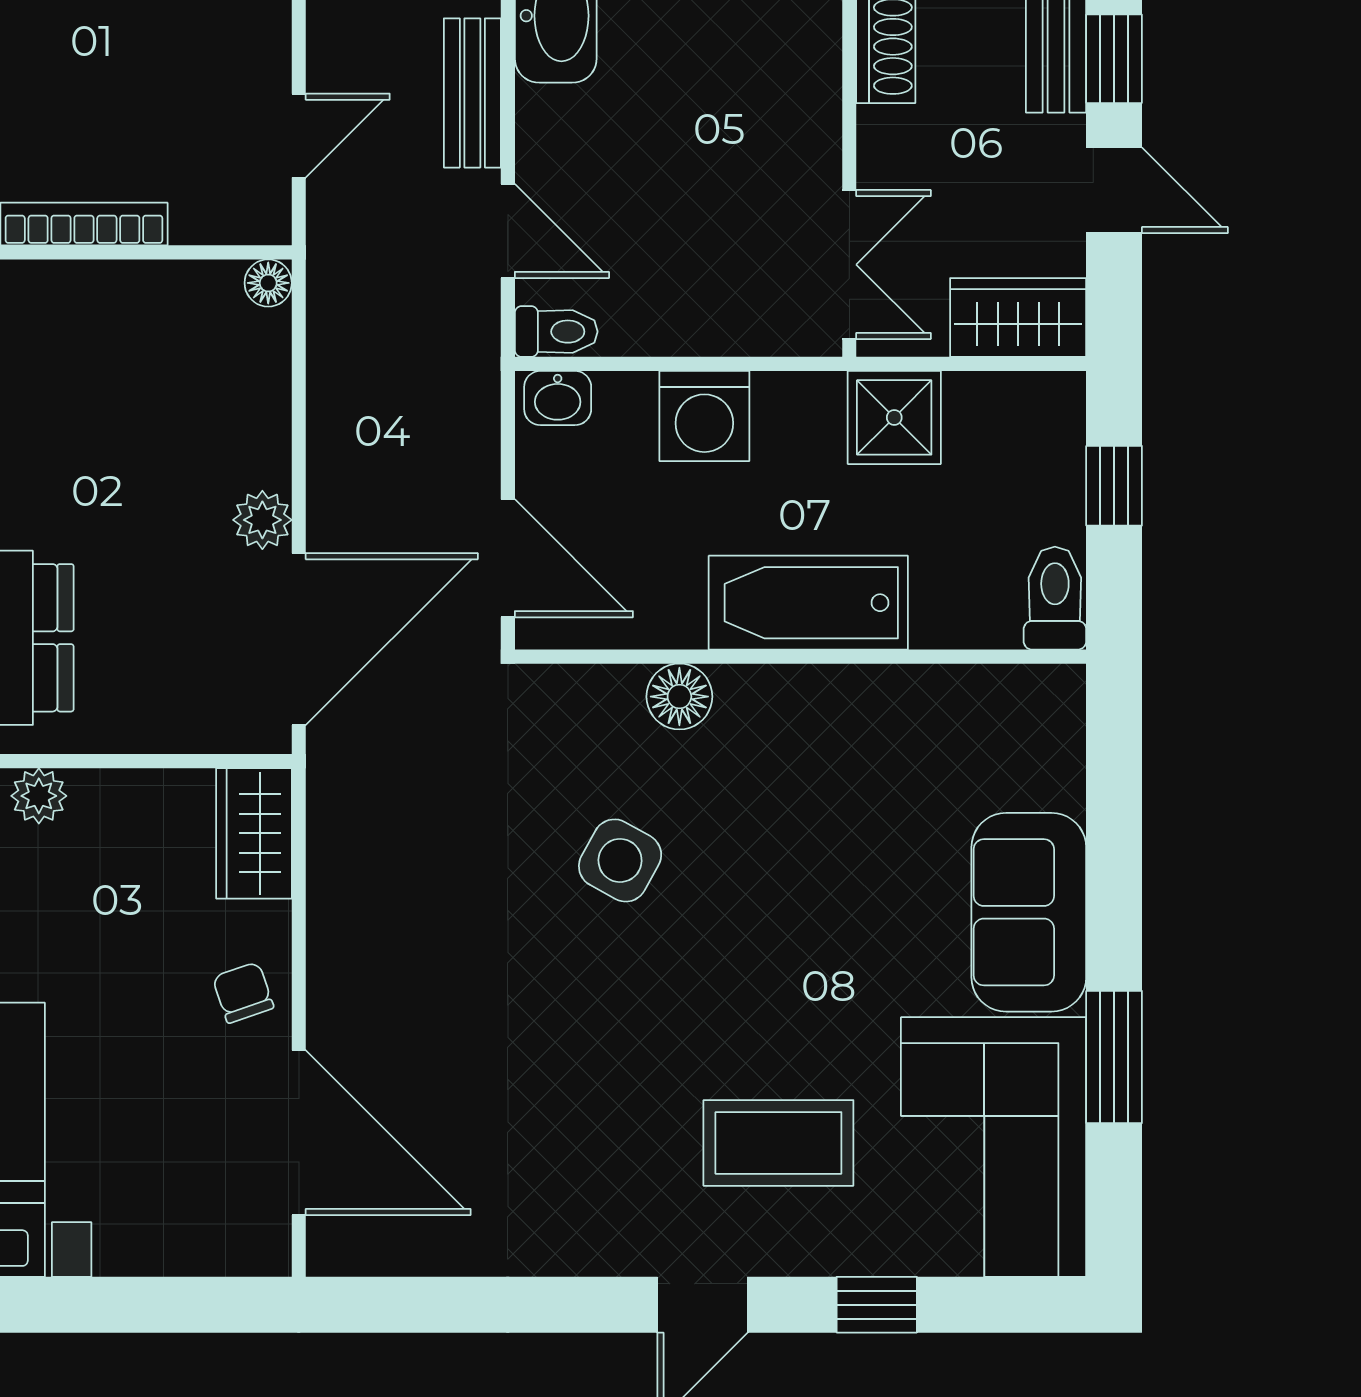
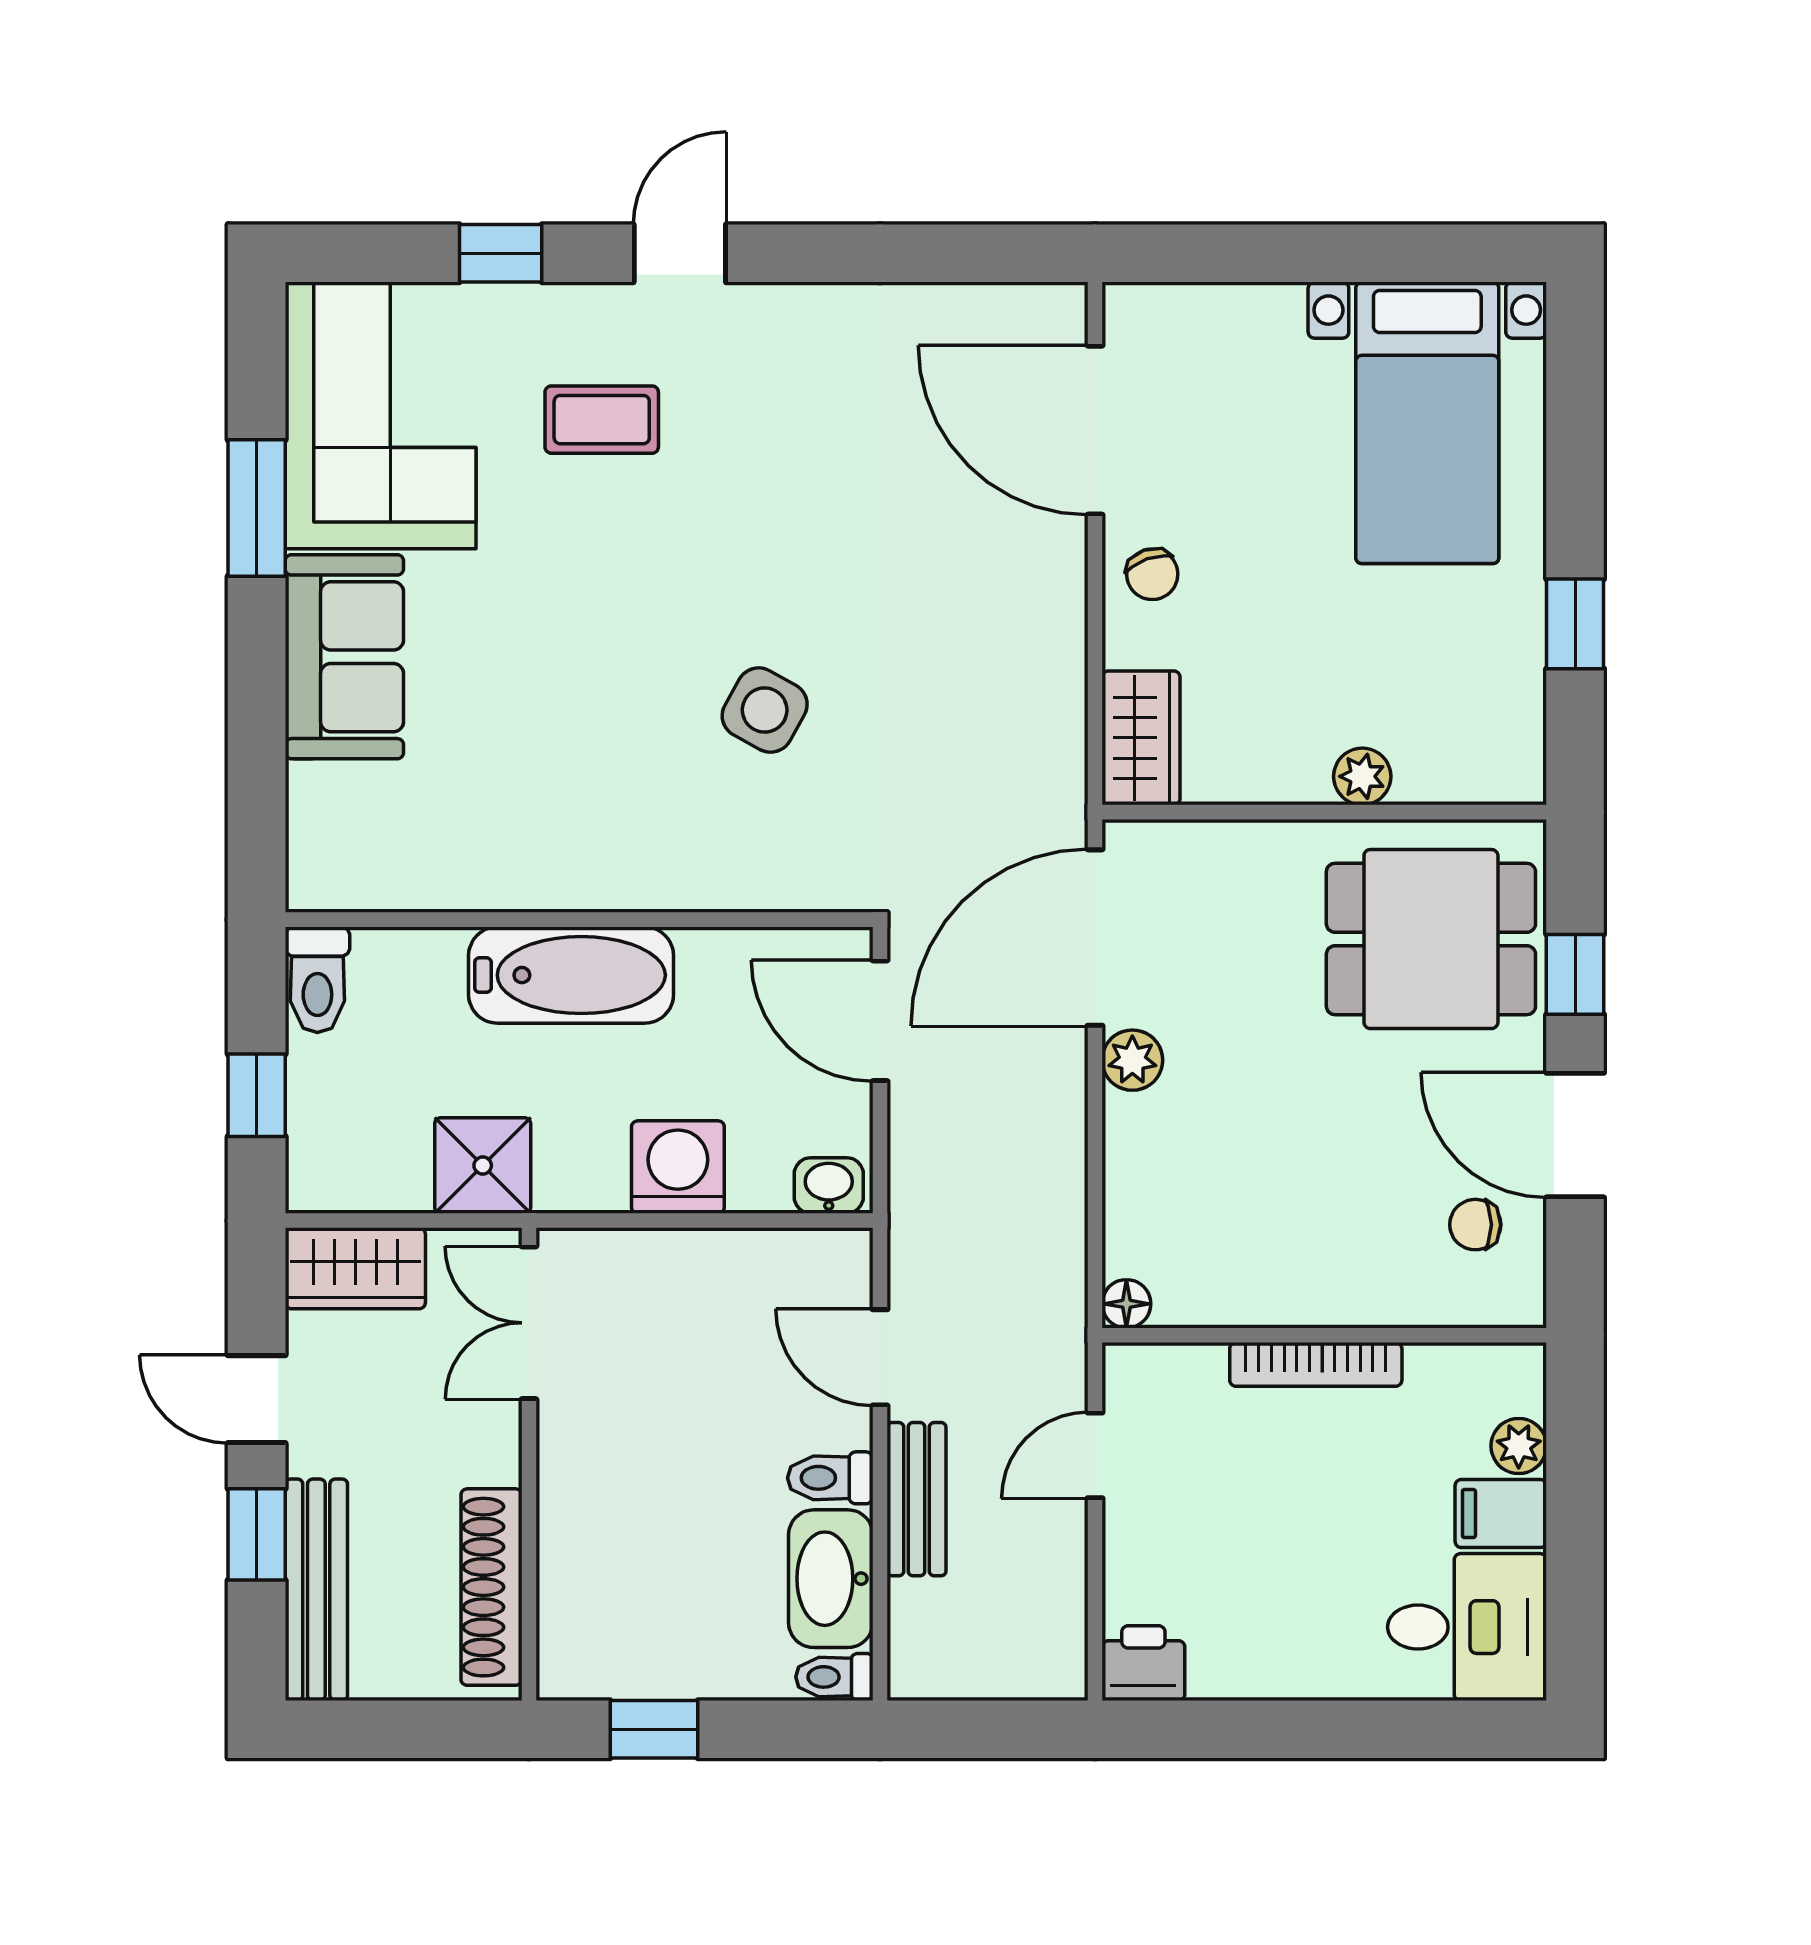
toilet: (556, 332) -> (830, 1478), moved
floor lamp: (679, 697) -> (704, 879), removed
coffee table: (778, 1143) -> (602, 420), width x0.73, depth x0.77

